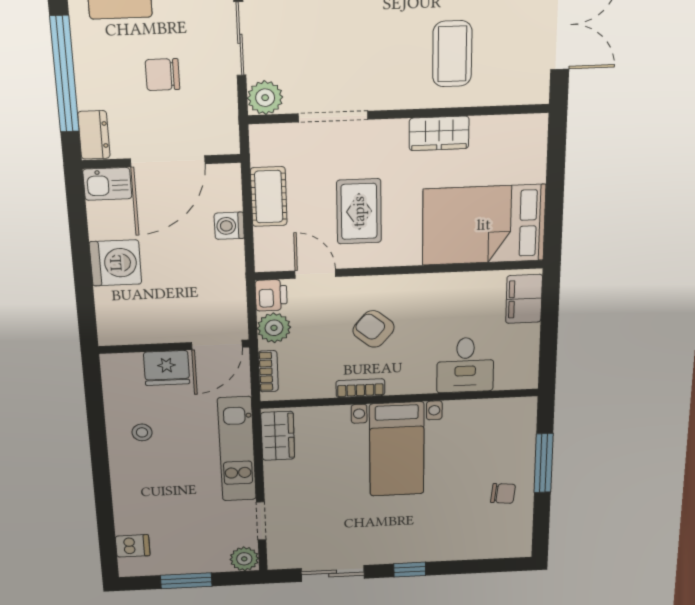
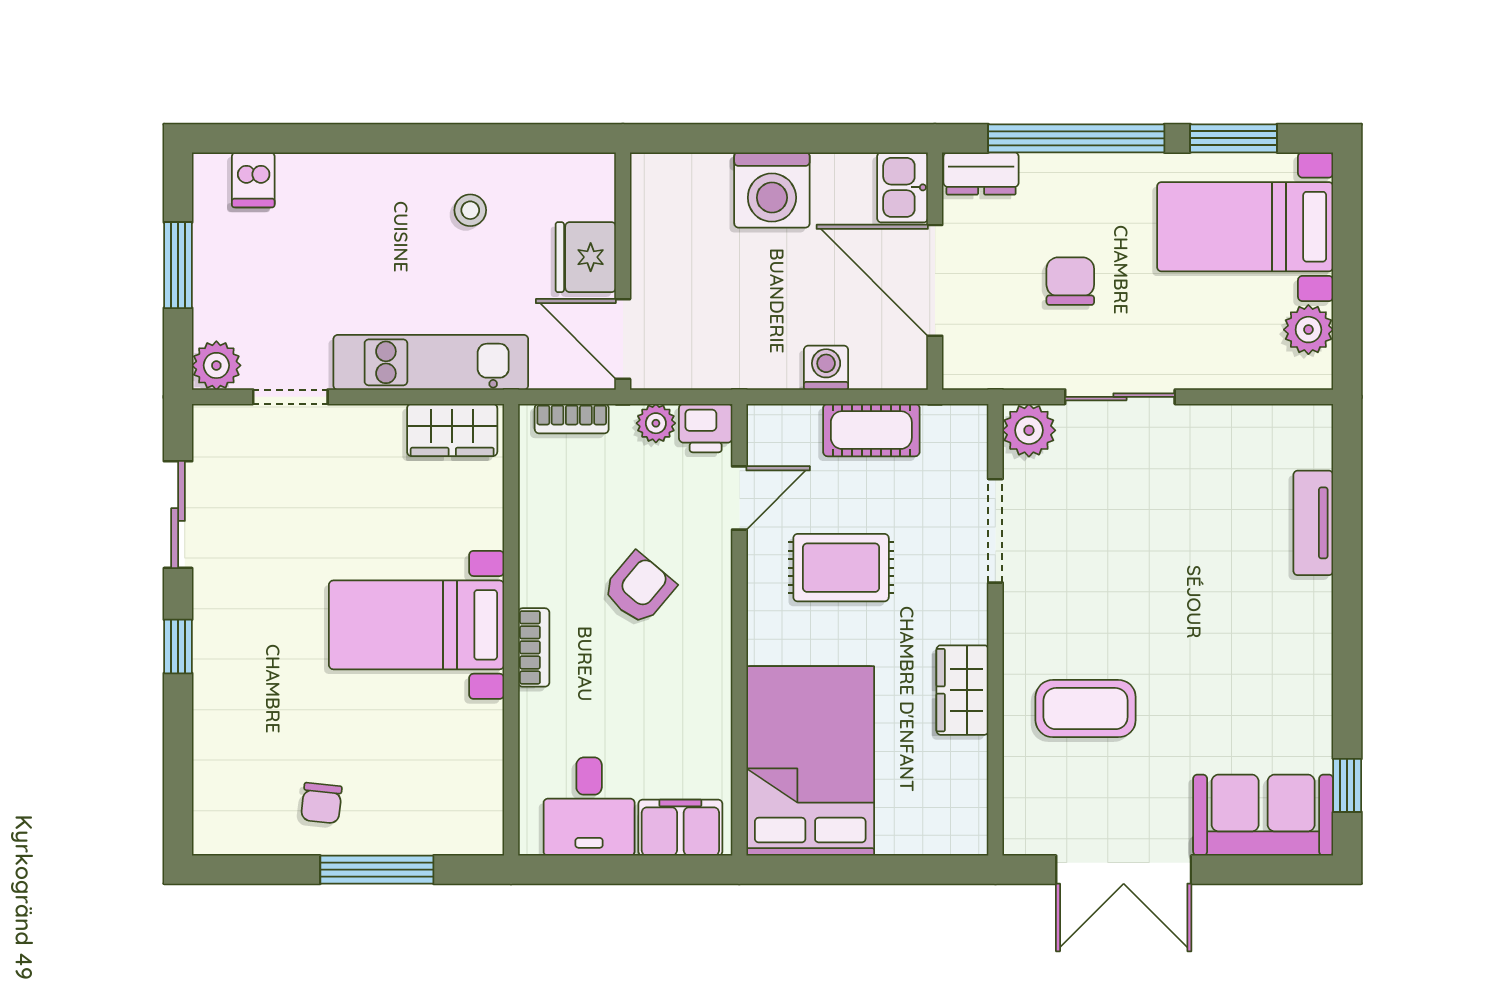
plant: (274, 328) -> (656, 423), width x0.73, depth x0.73
desk: (465, 365) -> (589, 807), moved, turned -90
bookcase: (360, 388) -> (534, 647), moved

